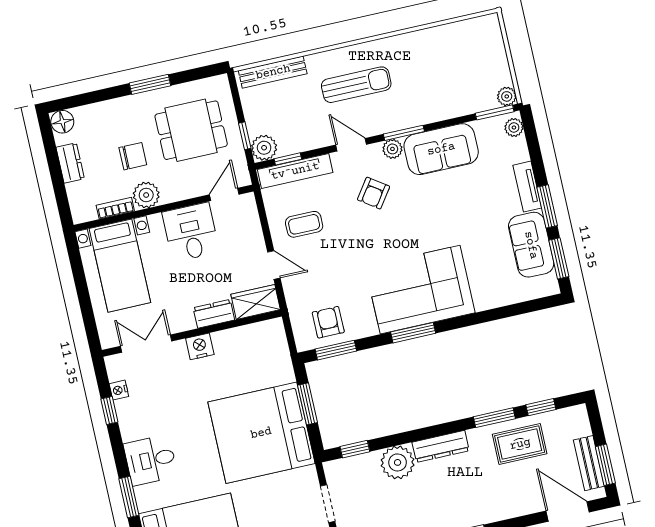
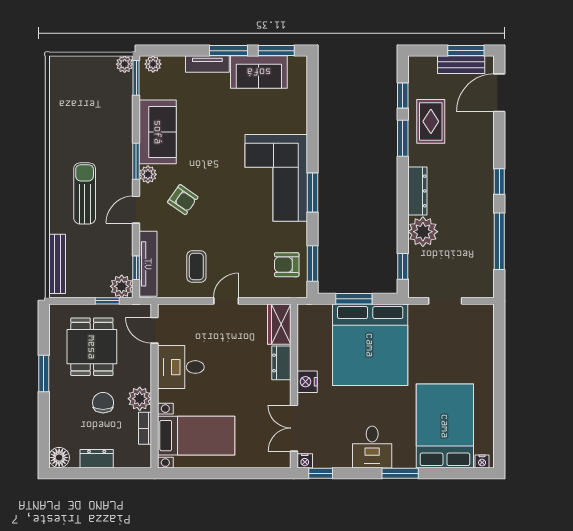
wardrobe: (256, 302) -> (279, 324), moved
dresser: (214, 314) -> (281, 363), moved
wall: (192, 333) -> (294, 386), moved
double door: (146, 344) -> (294, 428), moved
nightstand: (200, 346) -> (307, 382), moved

